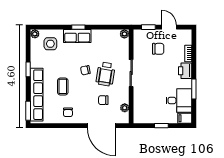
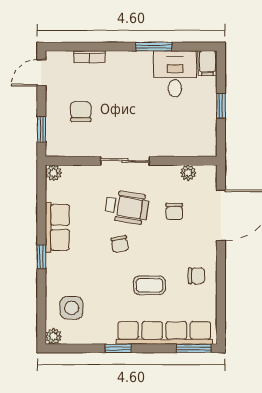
door: (169, 27) -> (41, 73), moved
row of seats: (77, 36) -> (57, 227), moved
printer: (185, 71) -> (121, 62), removed

